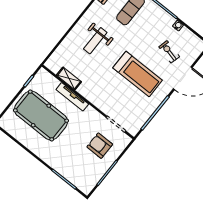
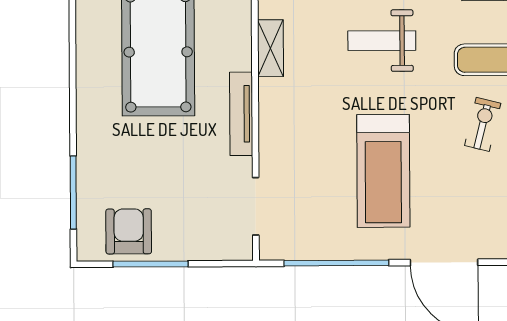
exercise bike: (169, 52) -> (483, 124), moved
tv unit: (72, 97) -> (241, 114), moved
armchair: (100, 146) -> (129, 231), moved

